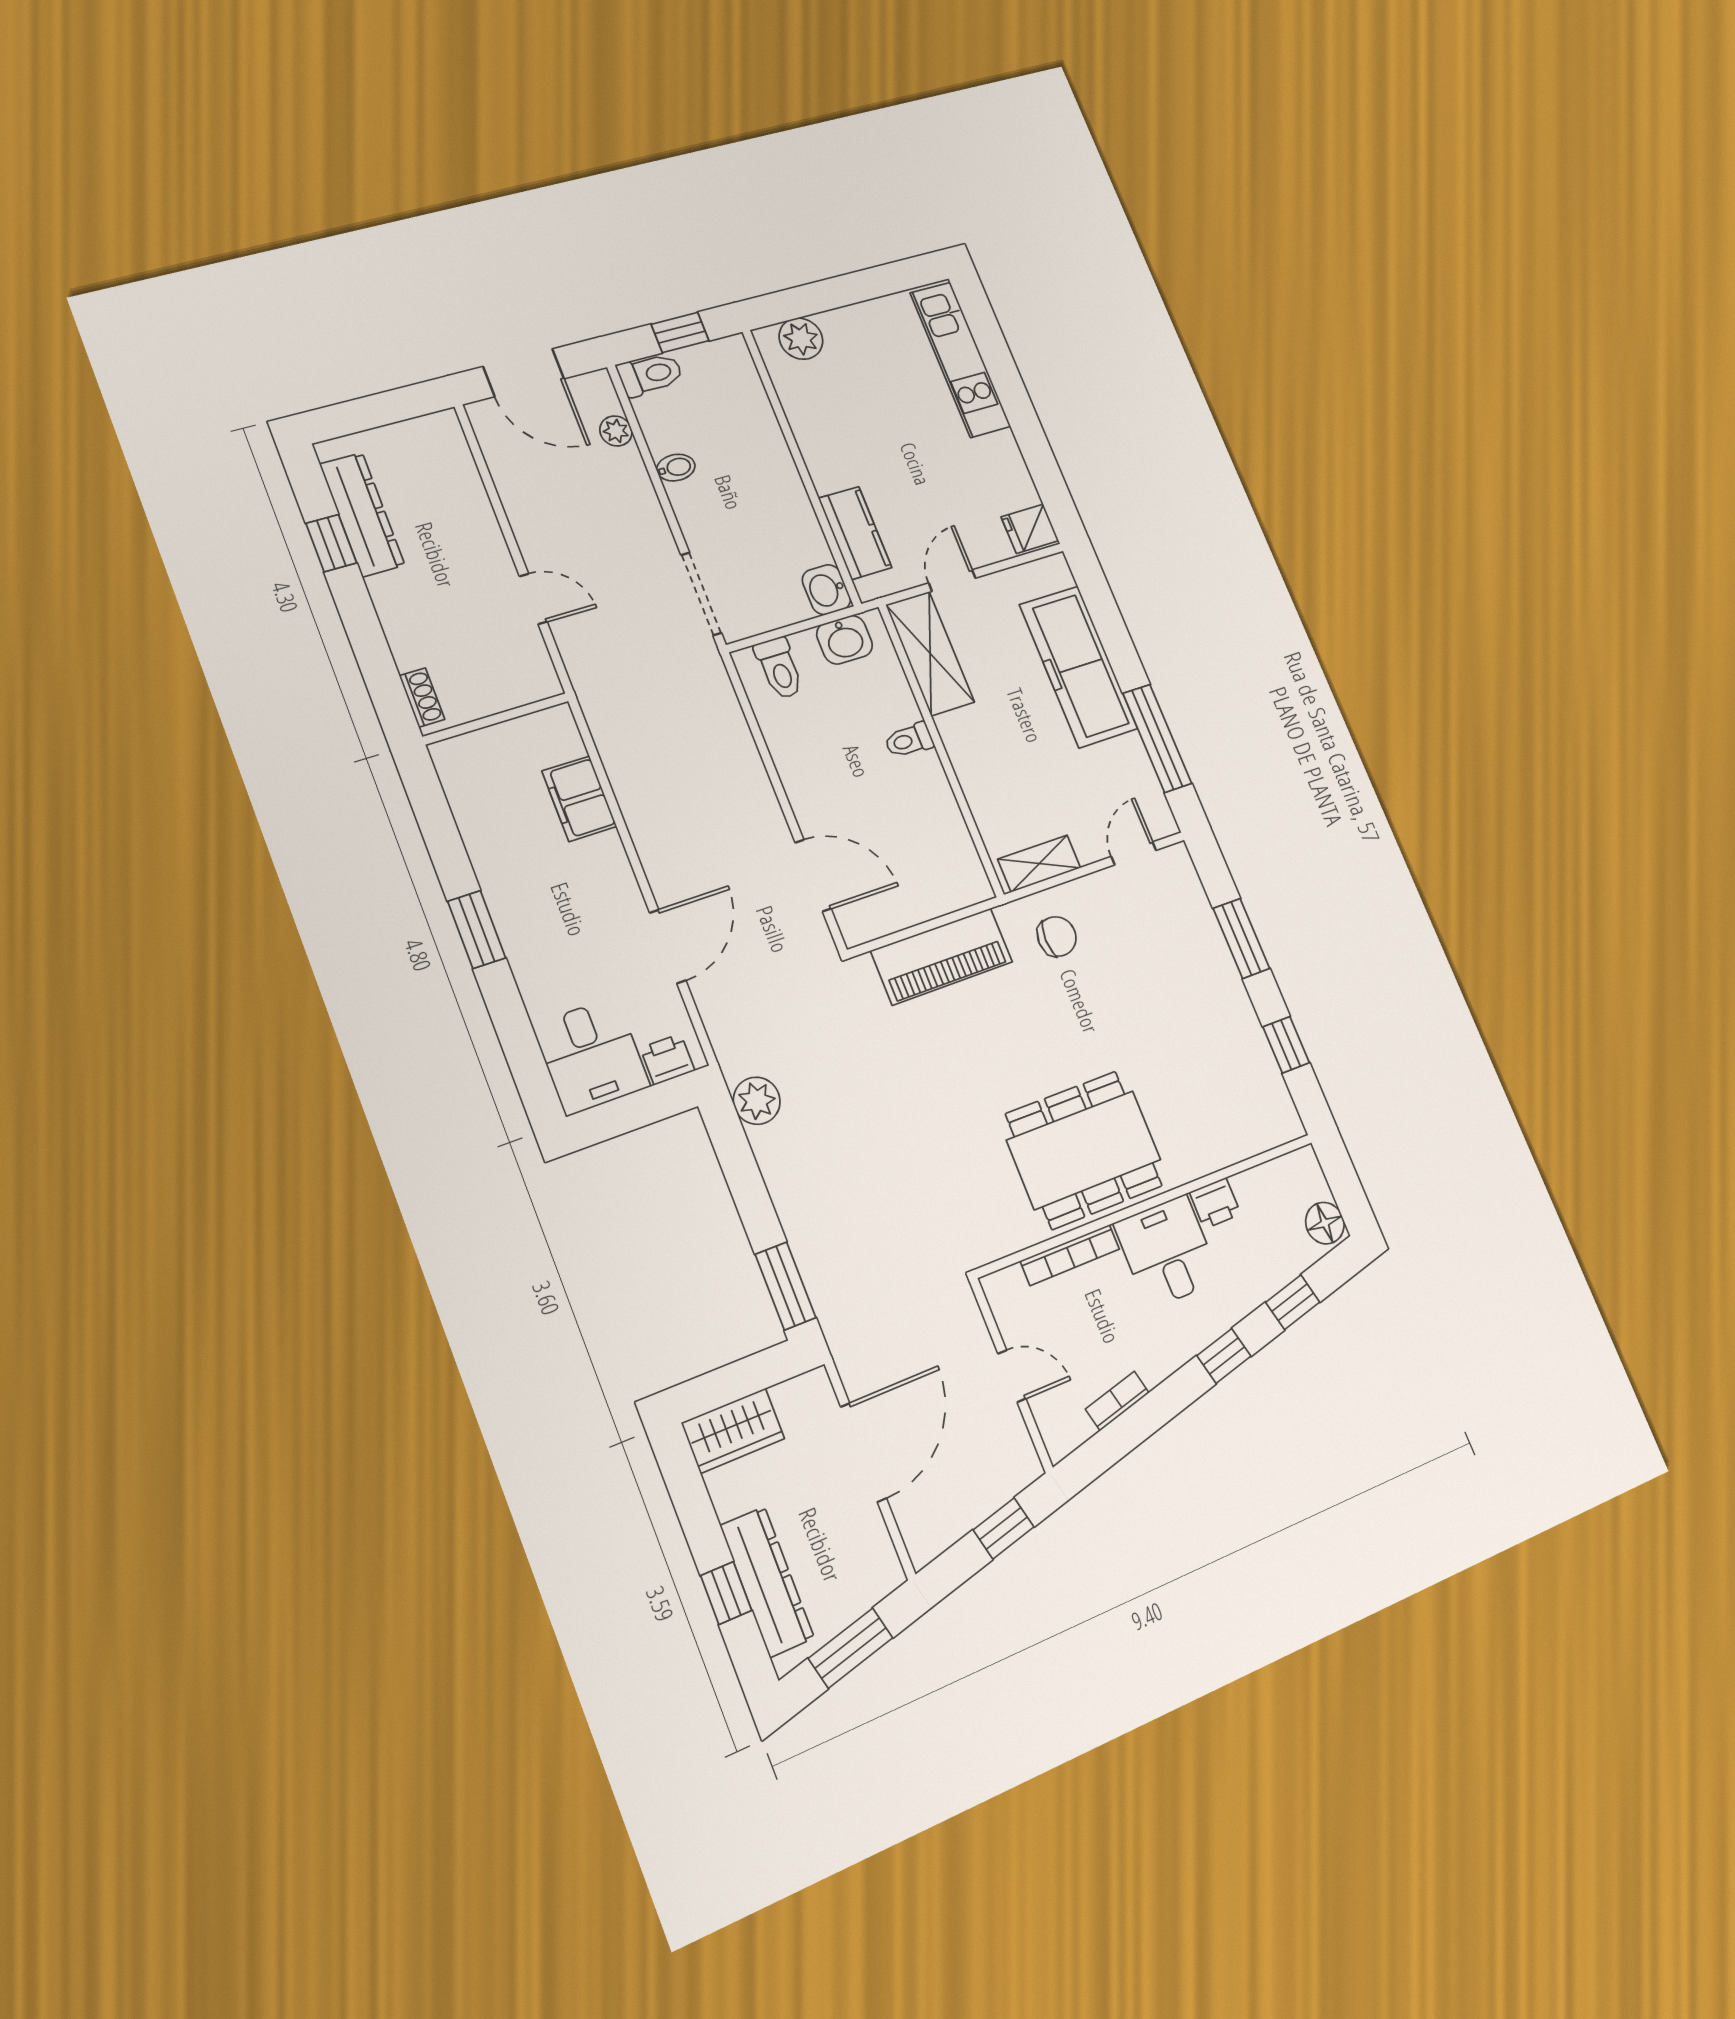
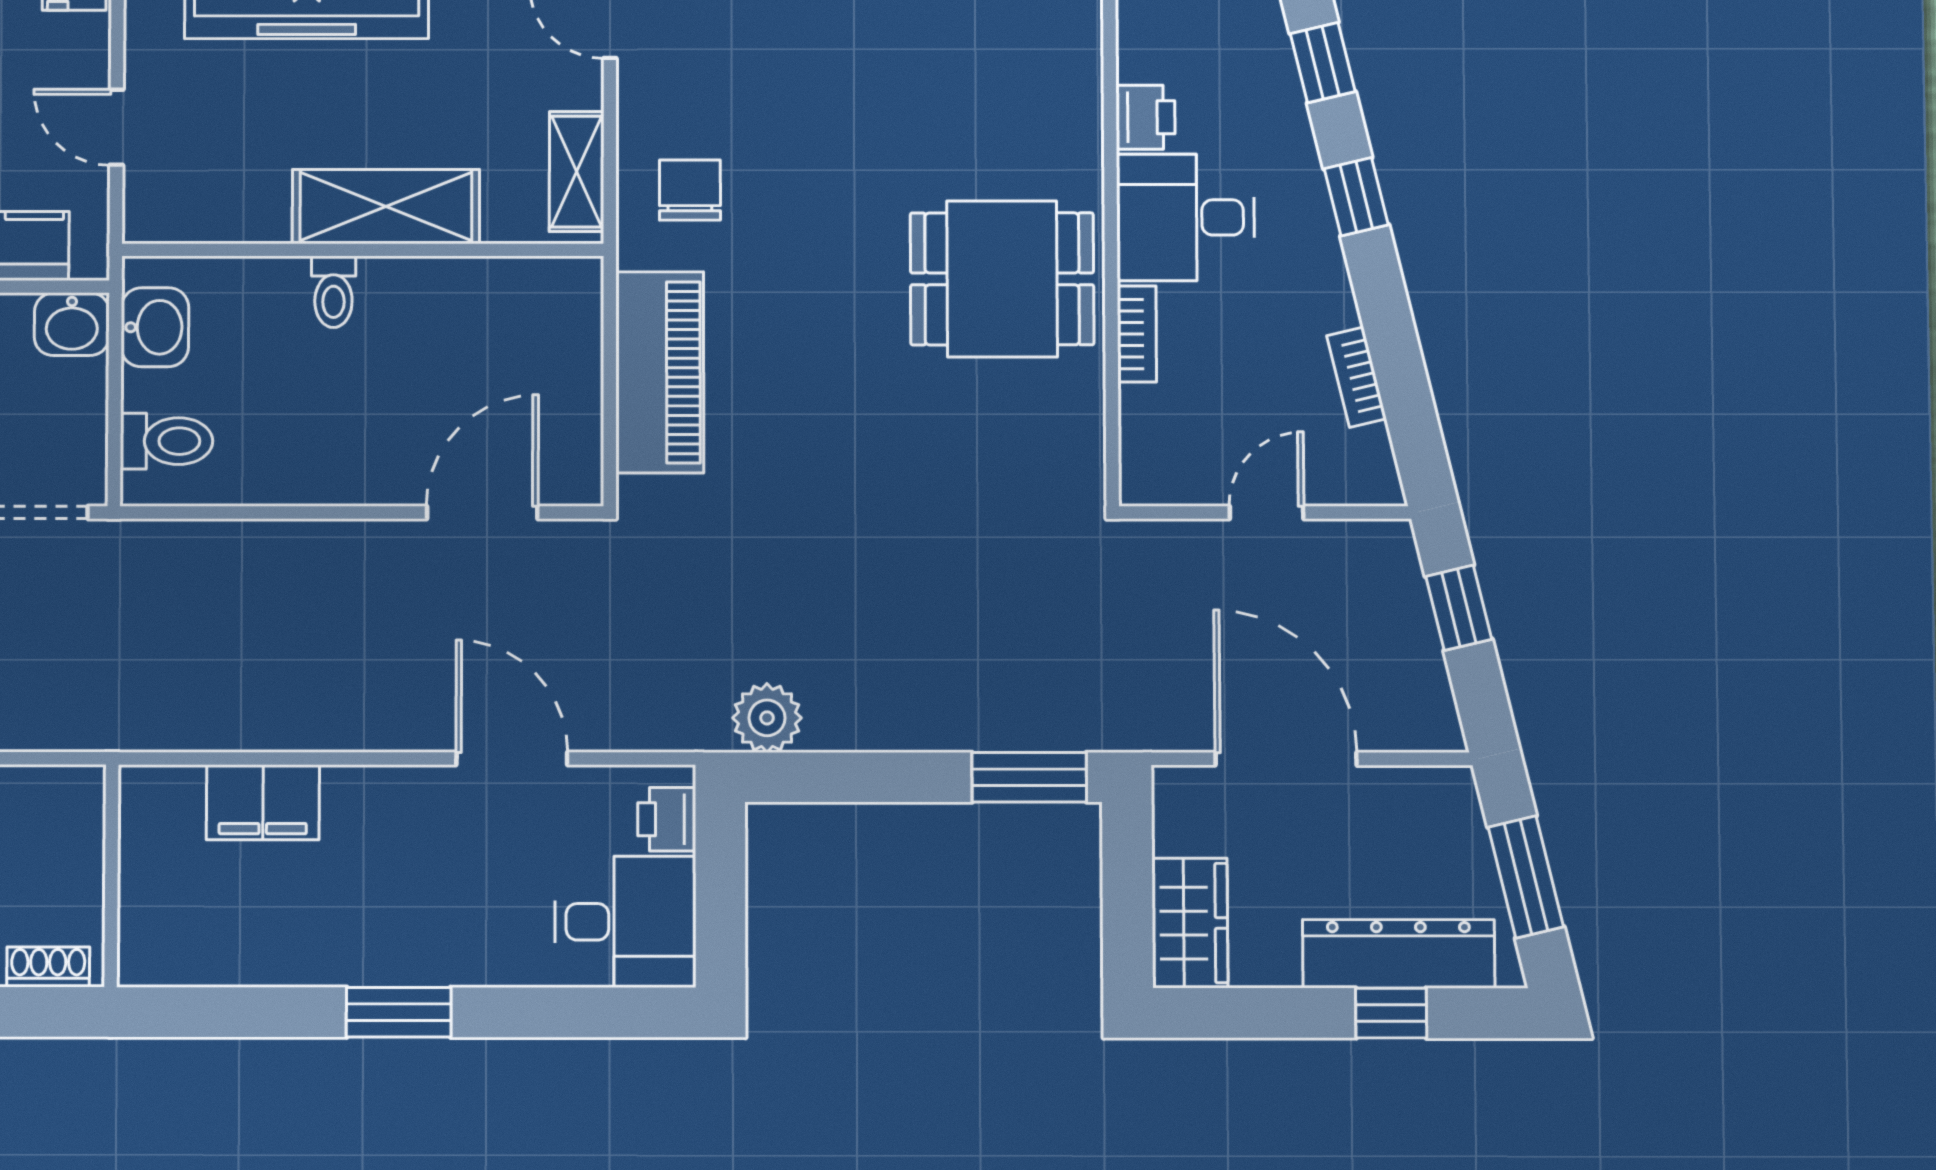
shelving: (930, 653) -> (386, 207), moved
dining table: (1084, 1150) -> (1002, 279), width x0.73
bookcase: (1070, 1255) -> (1137, 334), width x0.64

